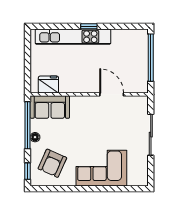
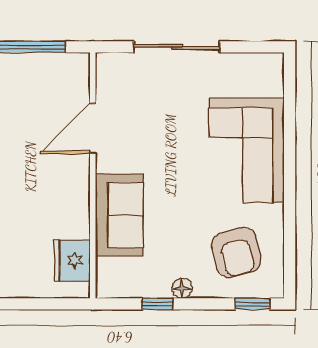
sofa: (50, 107) -> (119, 215), moved
window: (28, 125) -> (157, 304), width x0.32
armchair: (52, 163) -> (236, 252), turned 52

